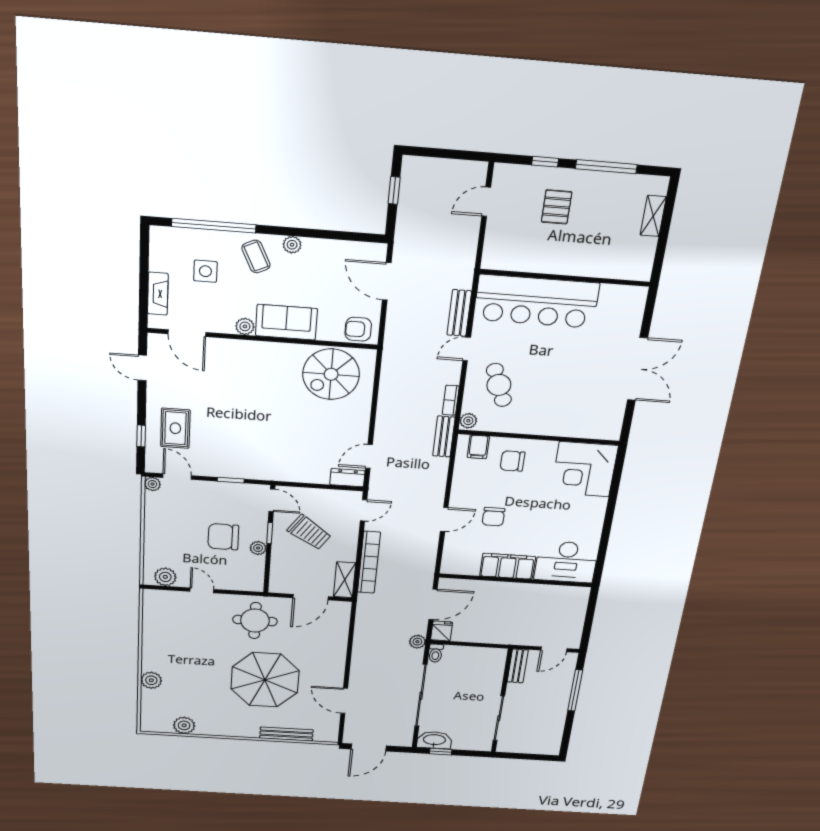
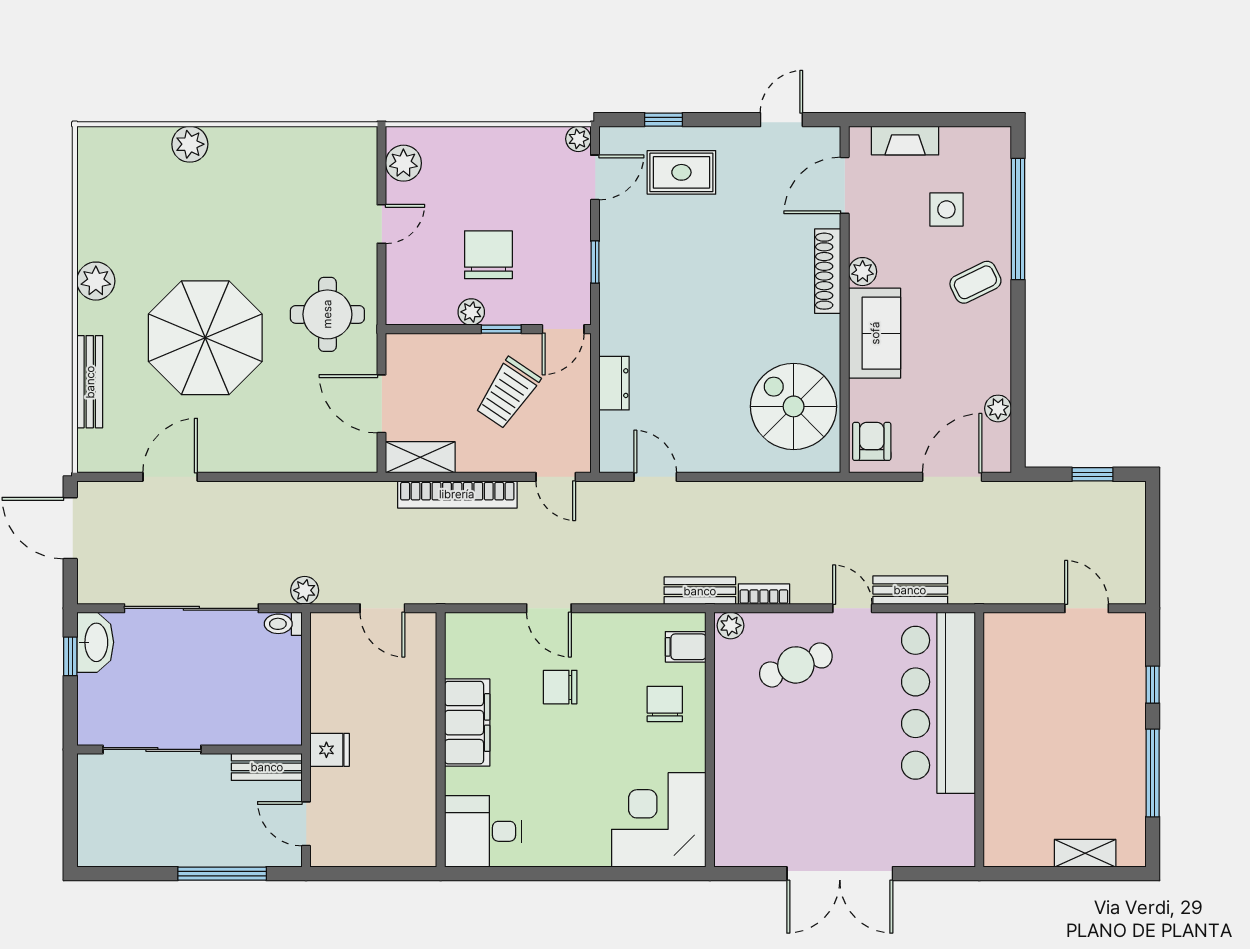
pallet: (557, 207) -> (1087, 711), removed
plant: (292, 245) -> (998, 408), moved
shoe rack: (243, 348) -> (828, 271), added
dresser: (347, 478) -> (614, 383), moved
desk: (566, 562) -> (483, 831), width x0.73
door: (433, 604) -> (382, 608), width x0.73
fridge: (442, 631) -> (330, 750), moved
plant: (184, 725) -> (96, 281), moved

